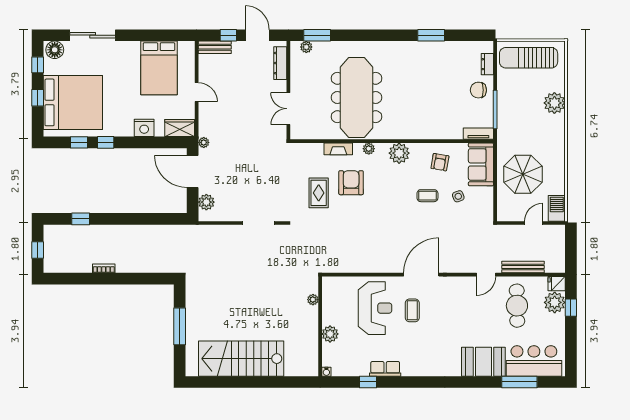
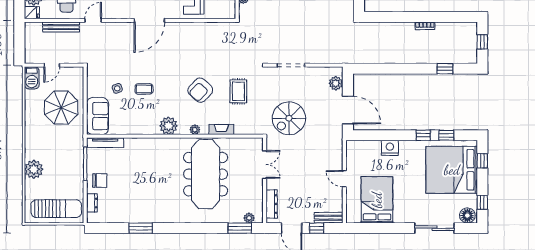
window: (38, 98) -> (482, 161), moved
wardrobe: (180, 128) -> (359, 148), removed
tv unit: (478, 134) -> (105, 143), width x1.41
plant: (204, 142) -> (338, 135), removed
spiral stairs: (260, 162) -> (289, 118), added
armchair: (440, 162) -> (133, 118), removed
armchair: (351, 183) -> (200, 90), moved, turned 43

